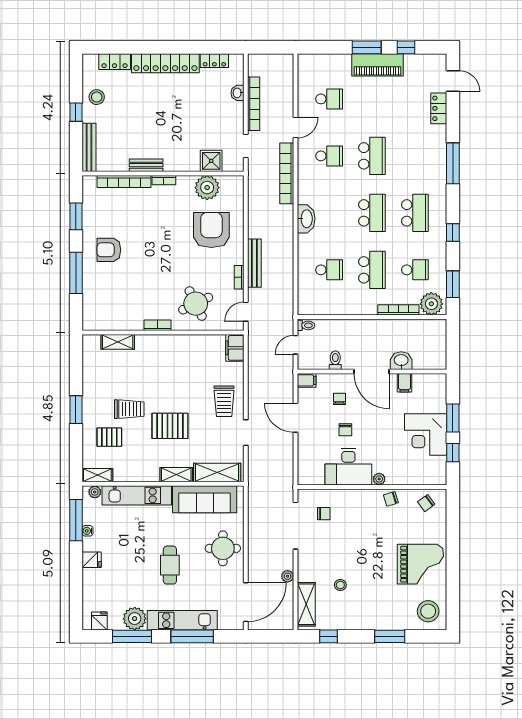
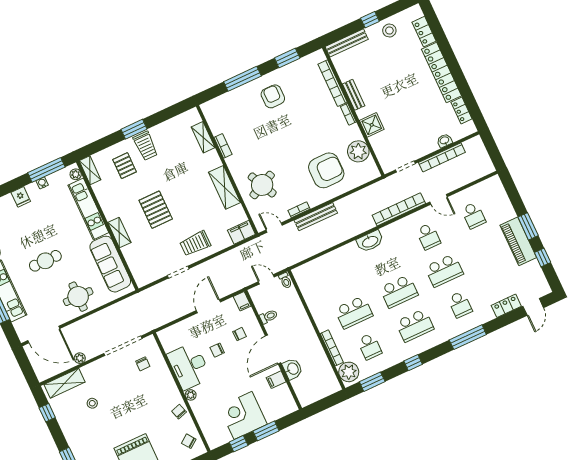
shower: (211, 161) -> (372, 125), moved
school desk: (329, 270) -> (460, 304), moved
bookcase: (157, 325) -> (223, 146), moved
trolley: (129, 409) -> (146, 146), moved
shelving: (217, 473) -> (224, 187), moved

